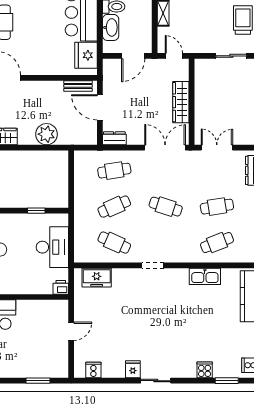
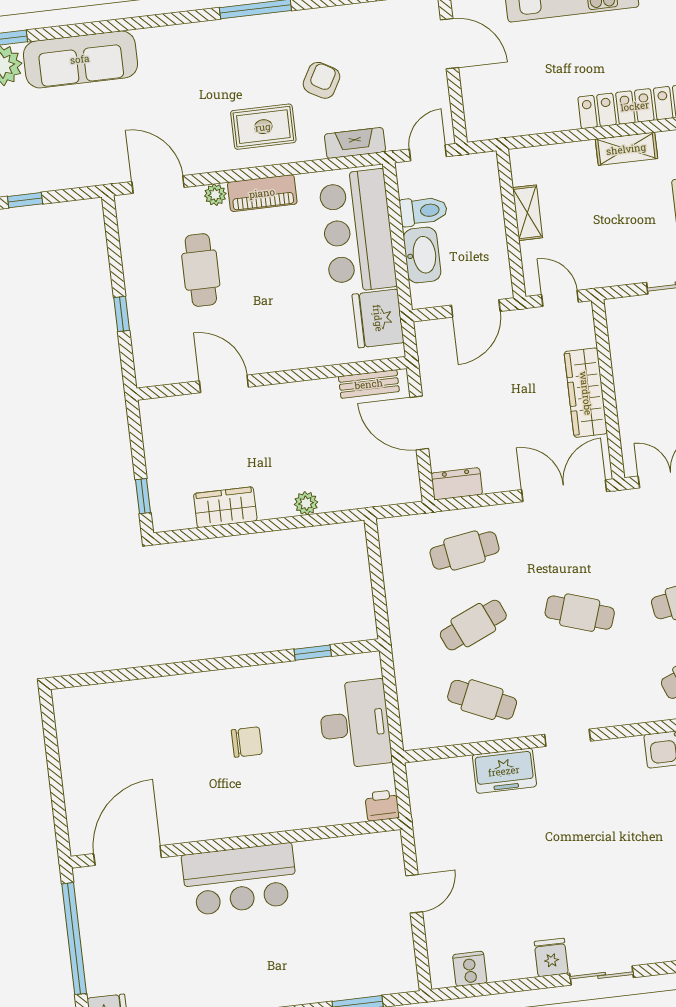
plant: (46, 134) -> (306, 503), width x0.53, depth x0.53
freezer: (97, 278) -> (504, 771), moved

